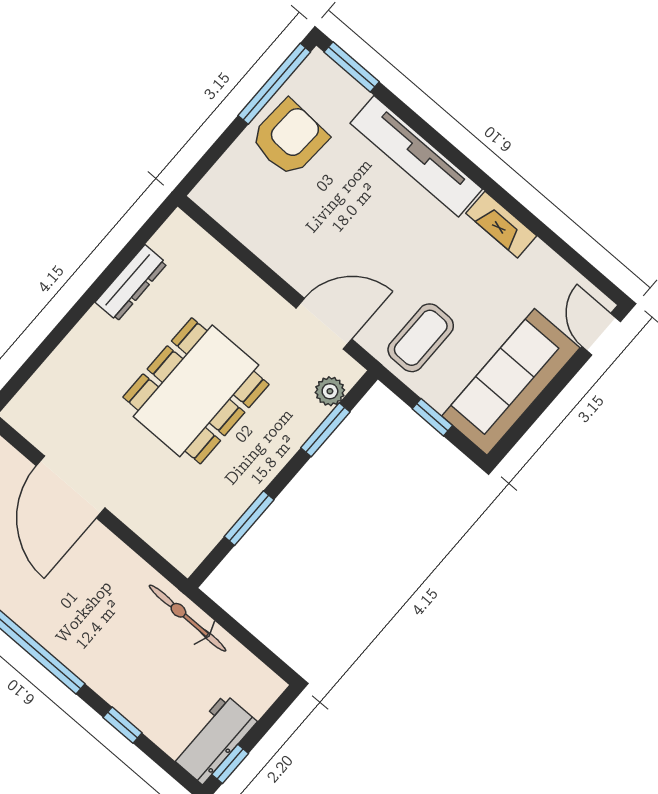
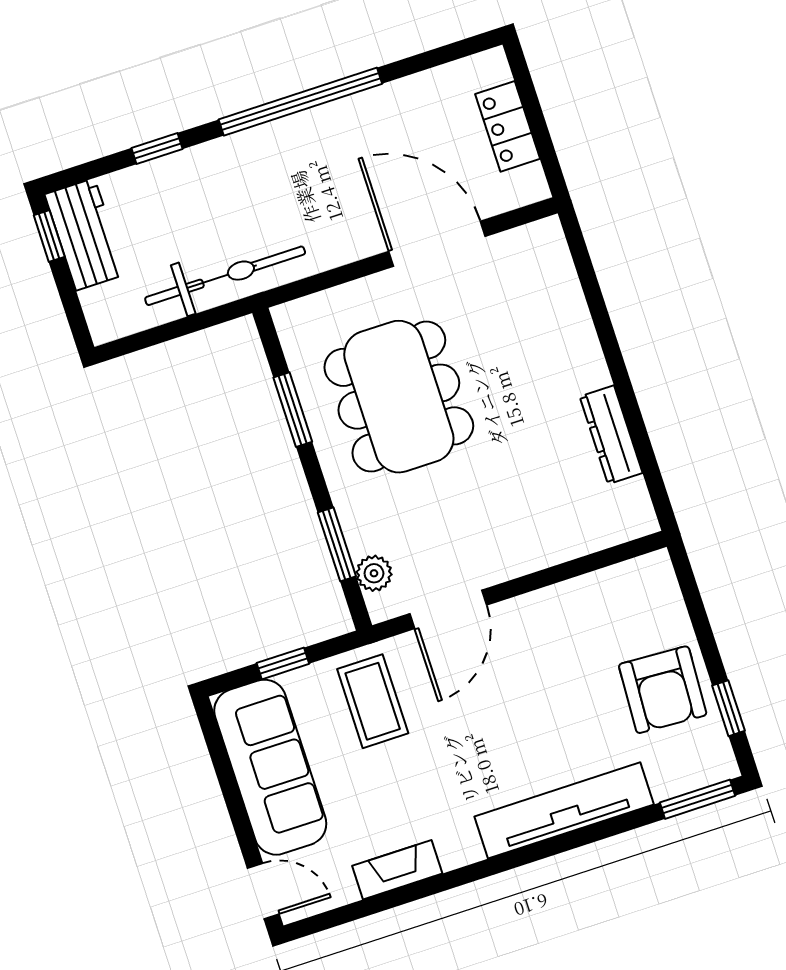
window: (274, 84) -> (728, 708), width x0.46
fireplace: (501, 225) -> (397, 870), moved
dining table: (196, 391) -> (399, 397), moved
bicycle: (188, 618) -> (225, 276), width x1.37, depth x1.40

